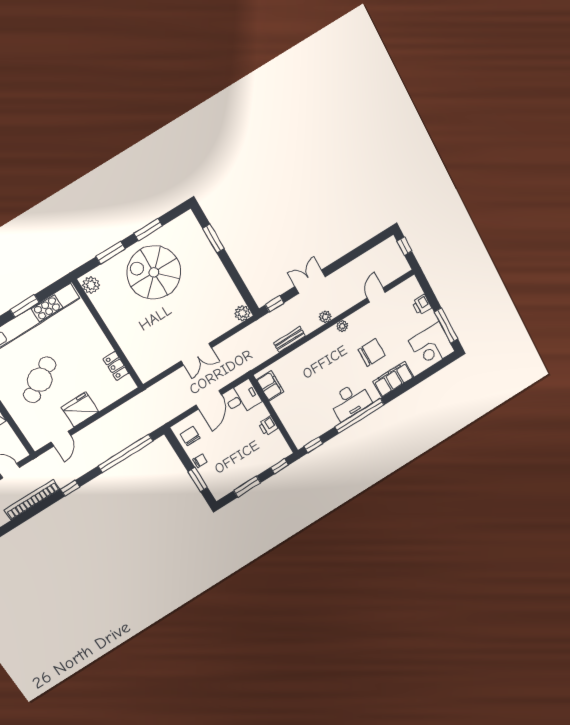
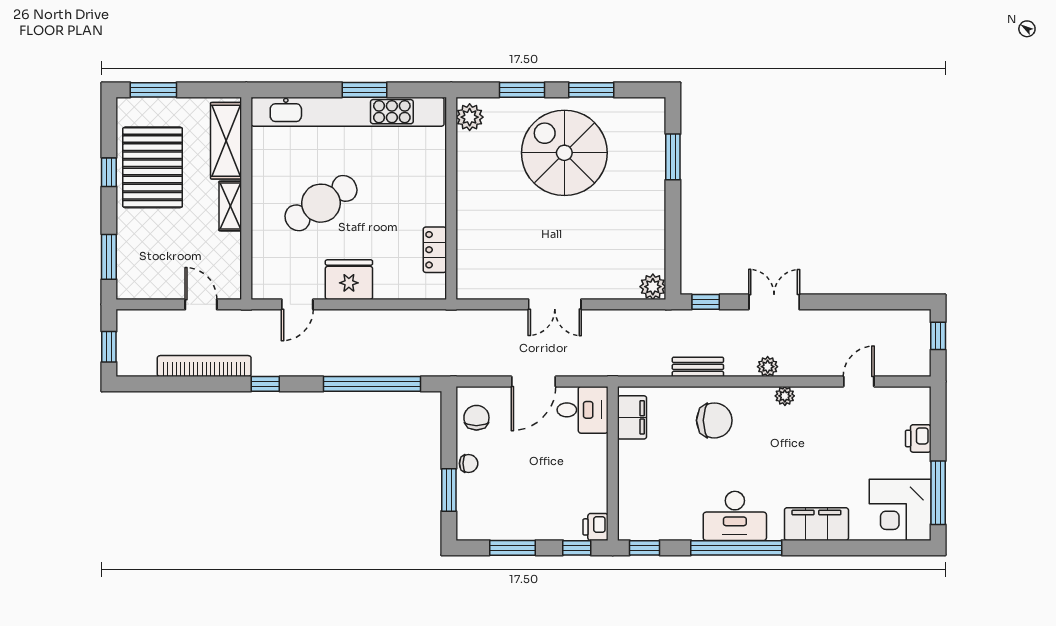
chair: (371, 352) -> (714, 420), moved
printer: (268, 426) -> (595, 527), moved

